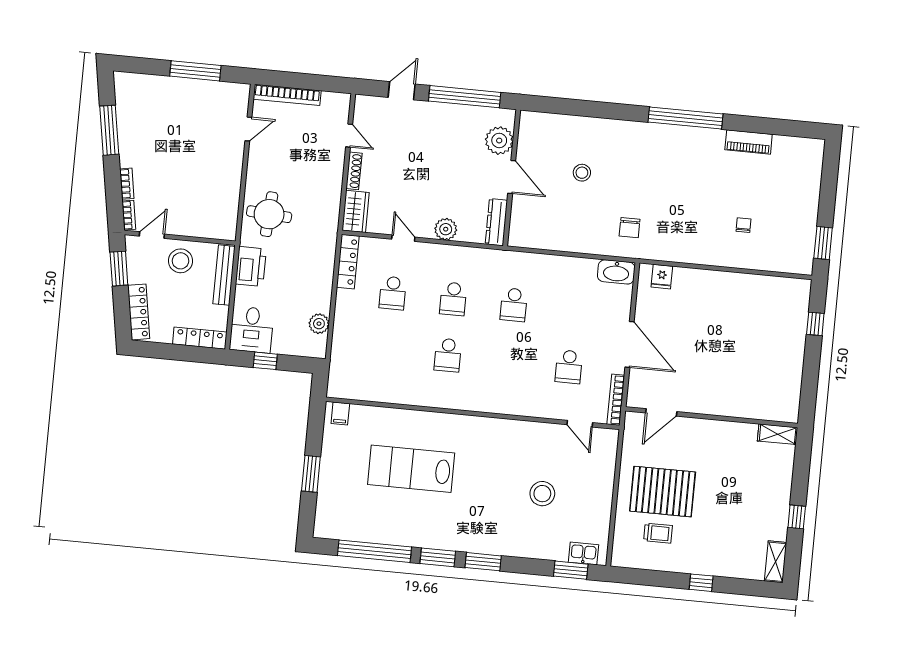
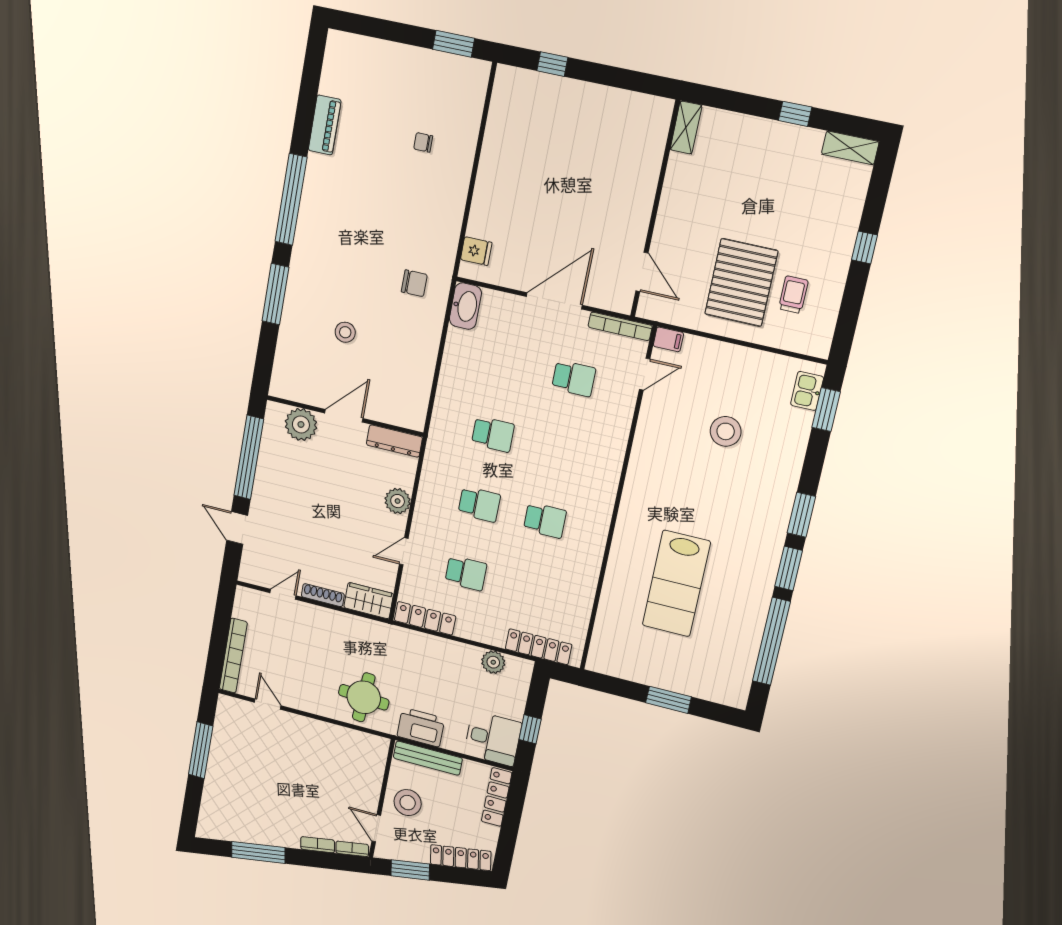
window: (606, 110) -> (275, 294), added
locker: (339, 361) -> (539, 647), added
filing cabinet: (340, 413) -> (668, 339), moved

